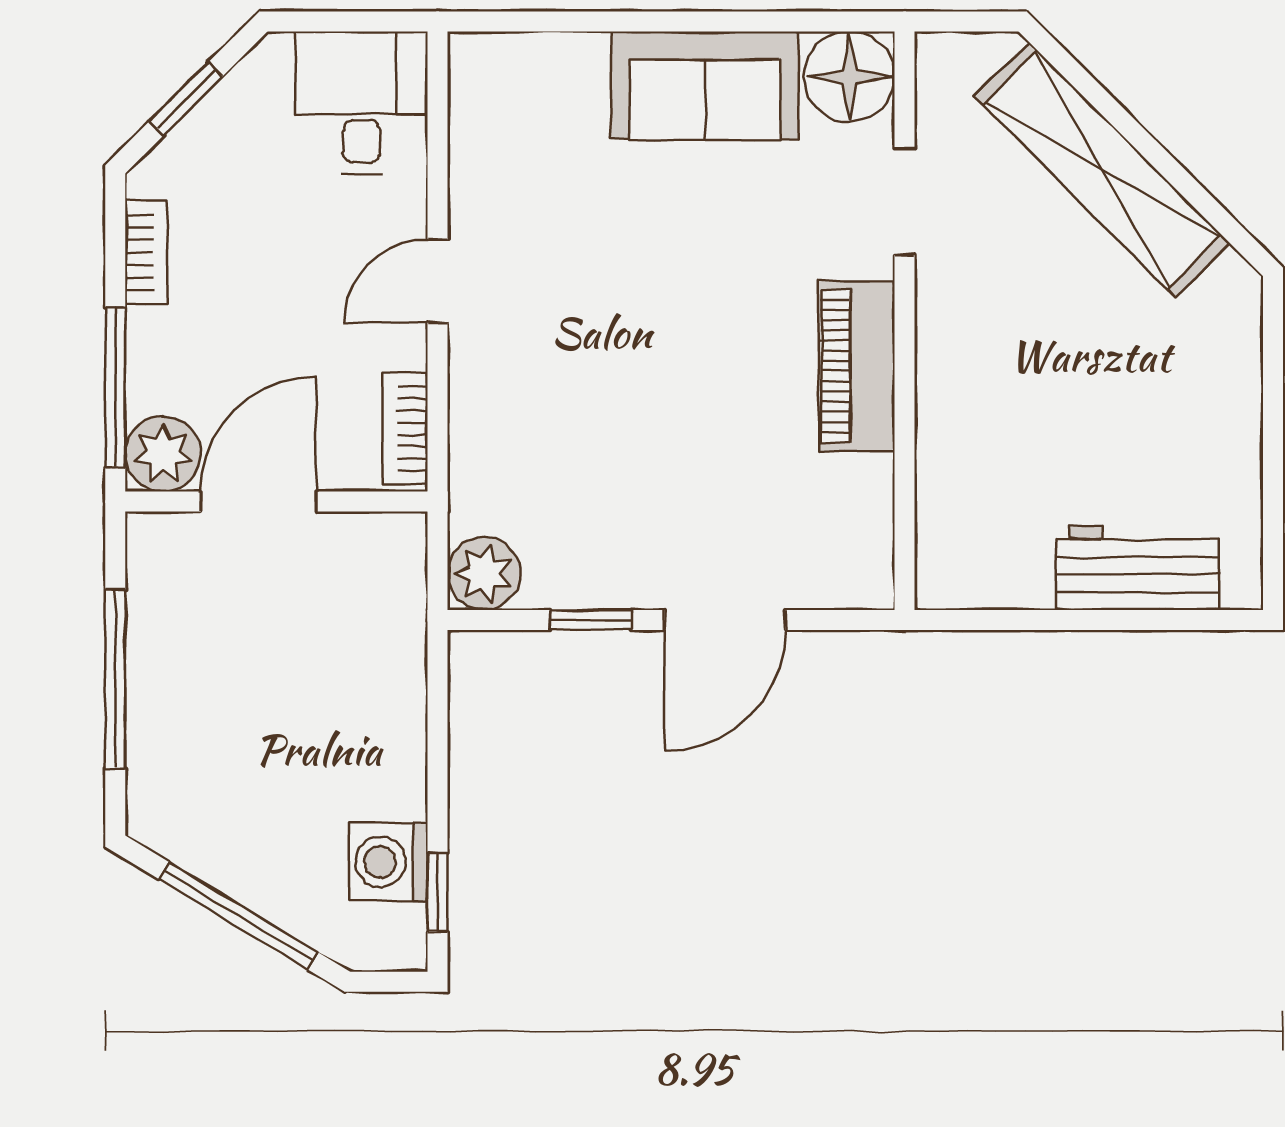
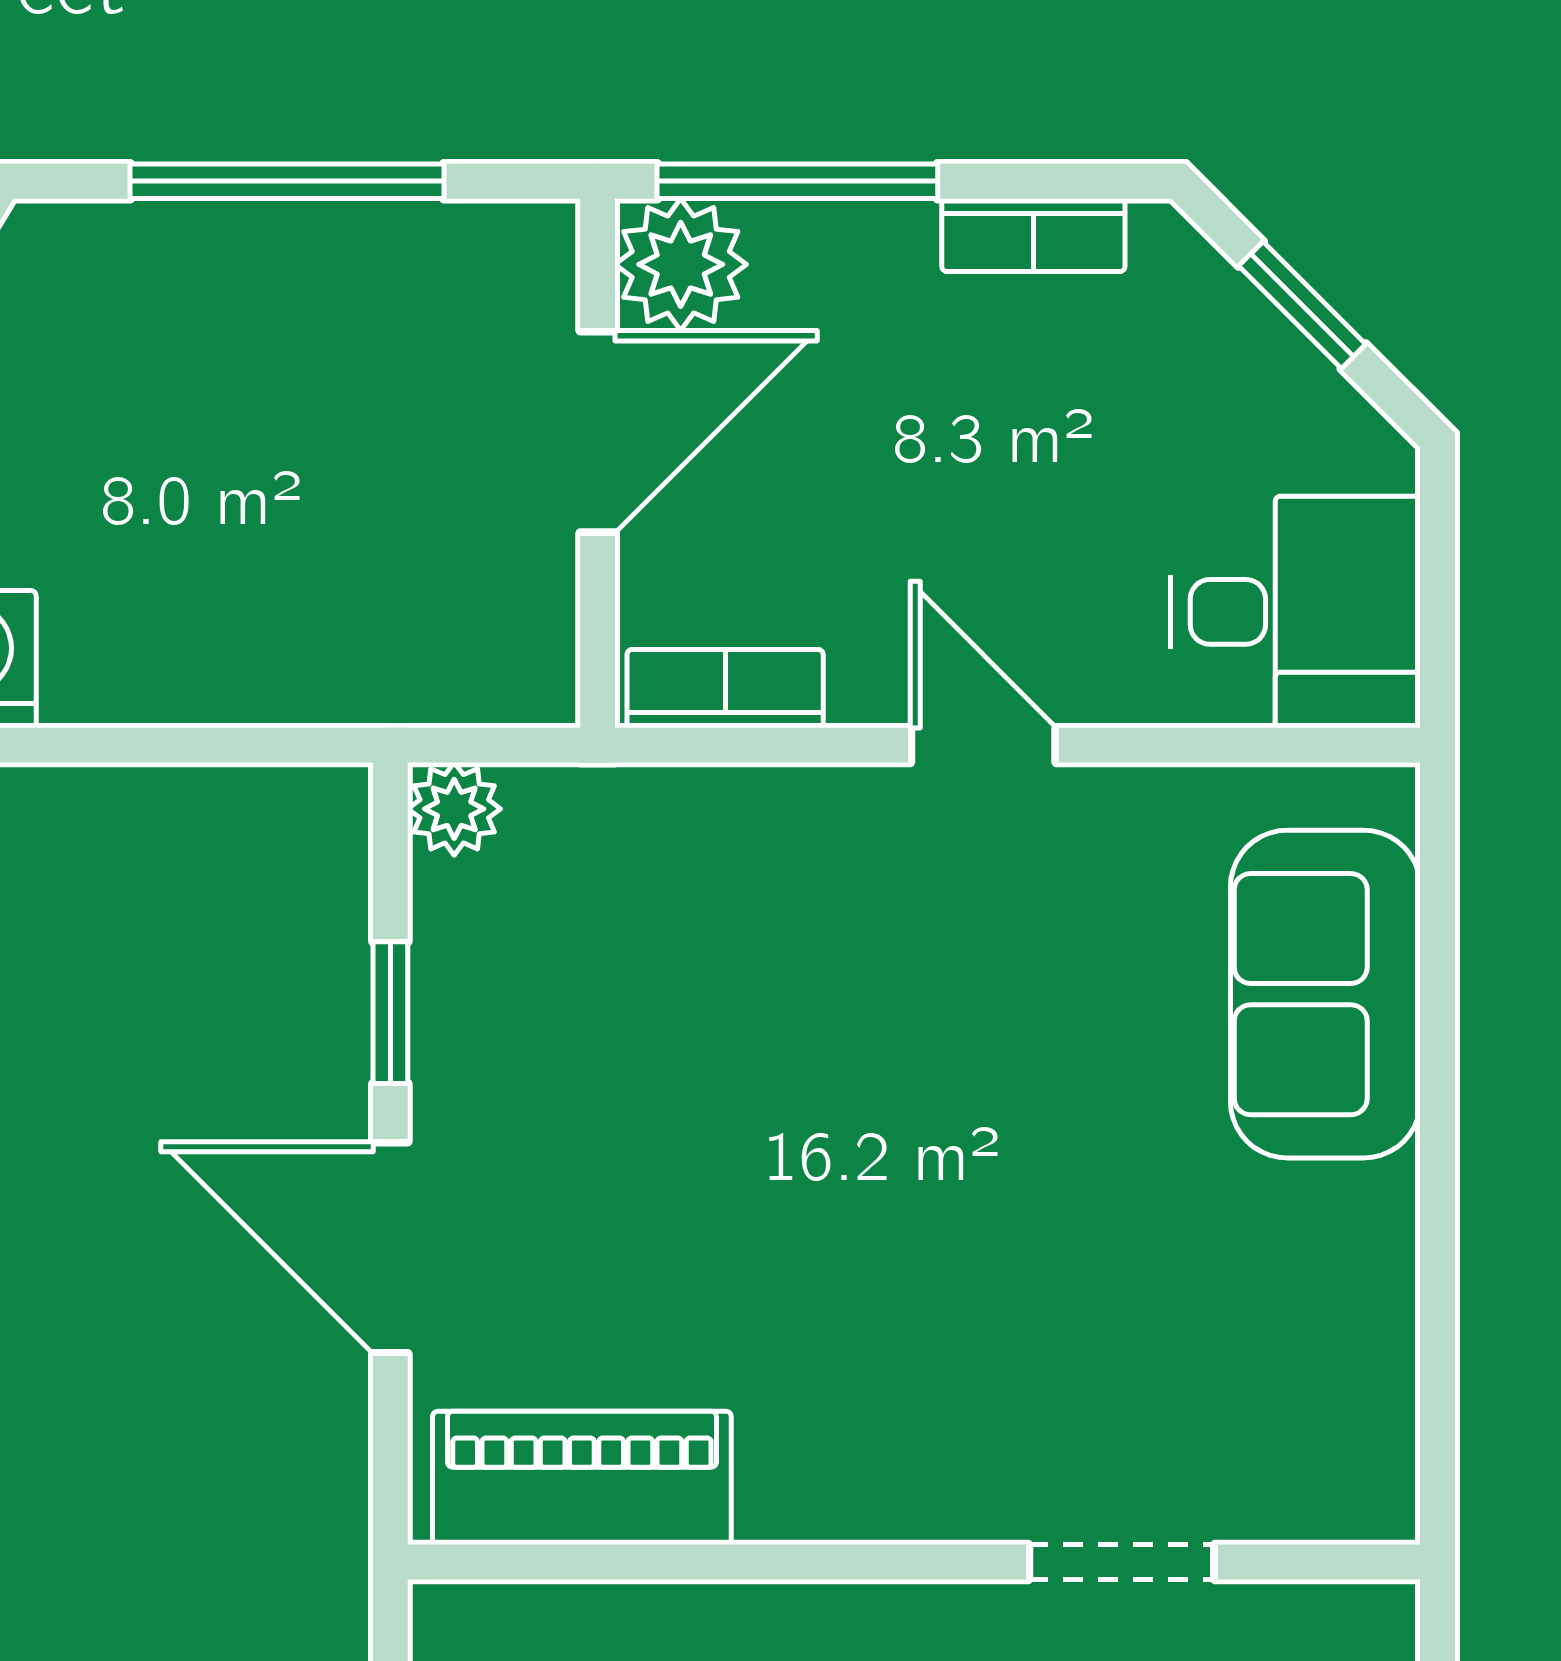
floor lamp: (849, 77) -> (1341, 1465), removed
sofa: (705, 85) -> (1325, 994), moved
piano: (857, 366) -> (582, 1478), moved
door: (259, 502) -> (598, 432), hinge flipped
plant: (484, 574) -> (454, 809), width x0.73, depth x0.73

